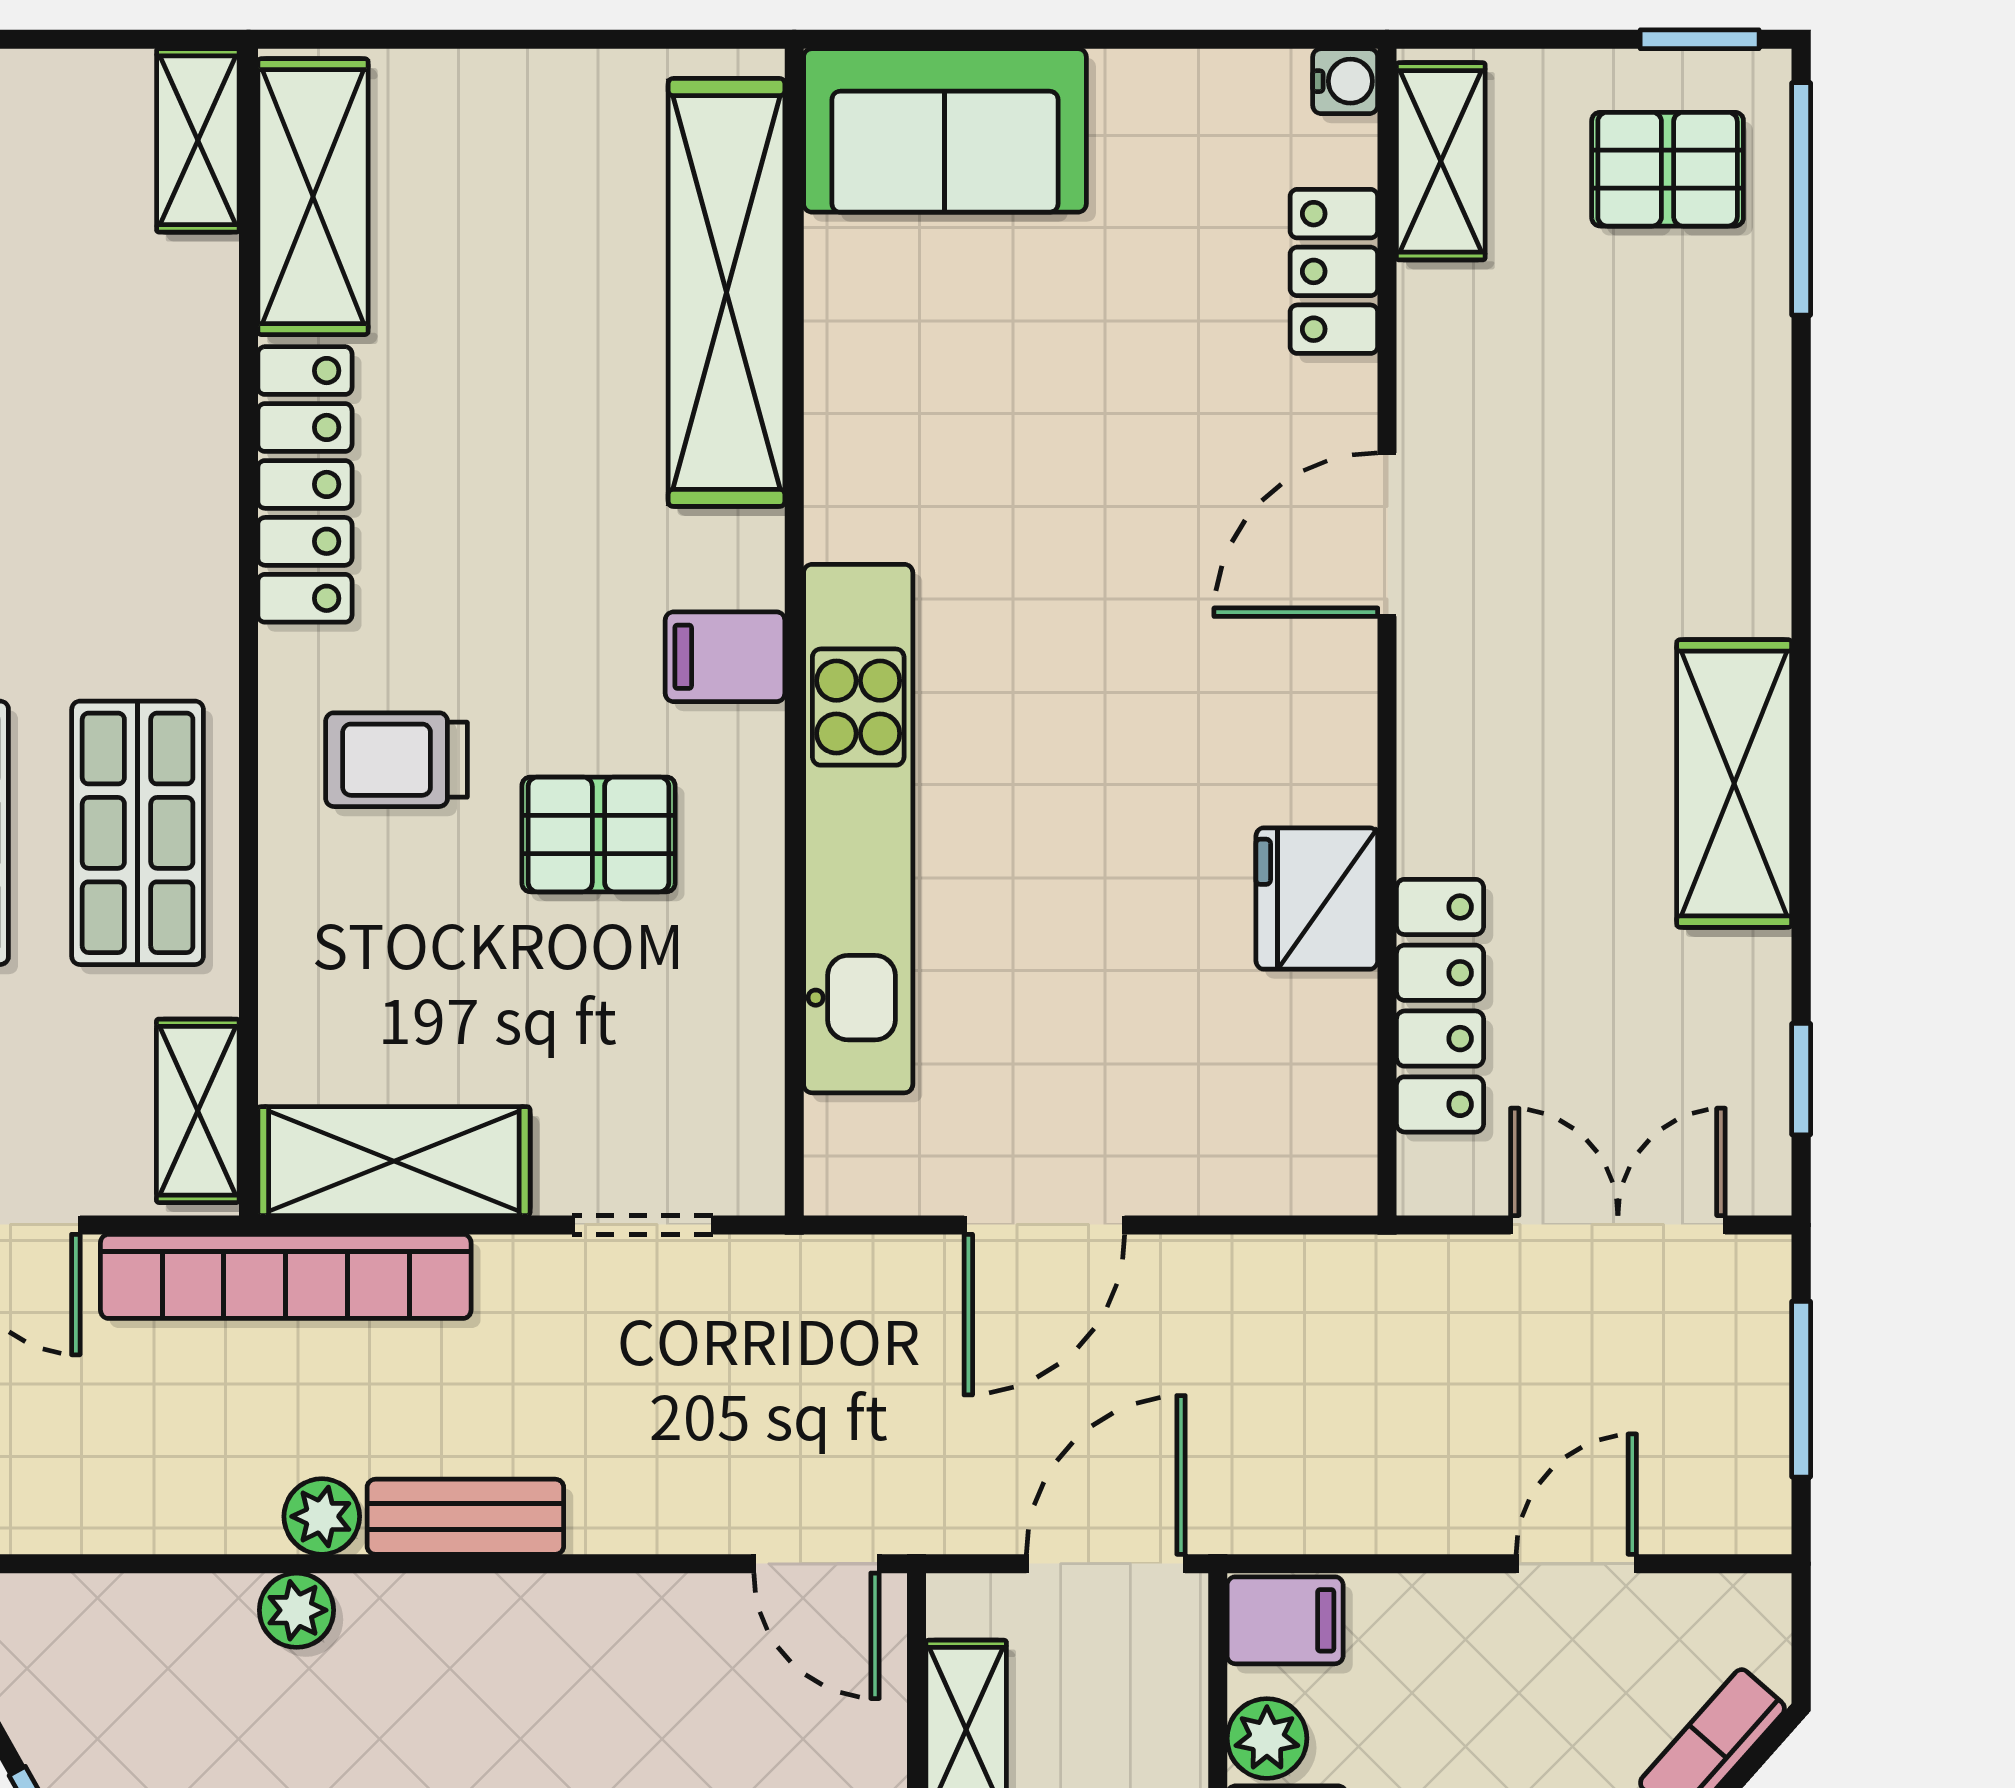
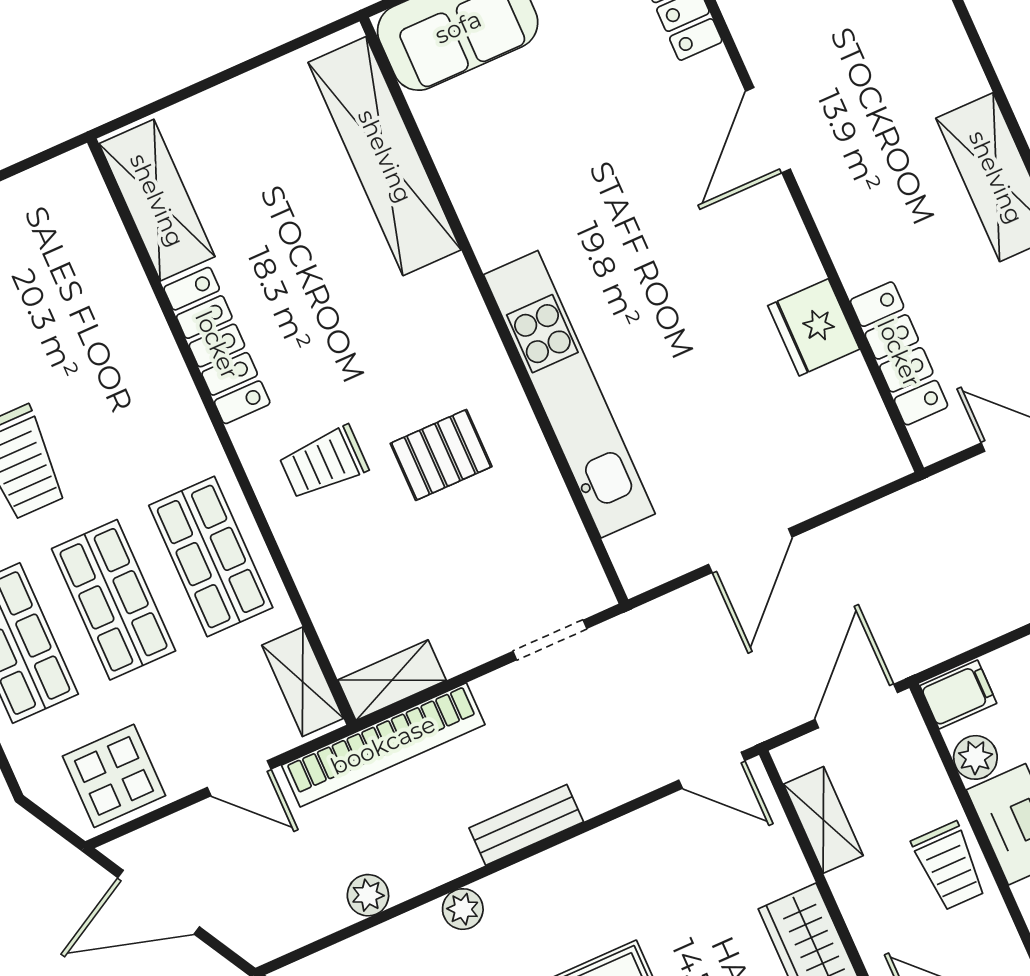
shelving: (198, 140) -> (87, 198), removed
filing cabinet: (725, 657) -> (465, 338), removed
shelving: (394, 1161) -> (392, 680), width x0.67, depth x0.75
plant: (322, 1516) -> (368, 895), moved

